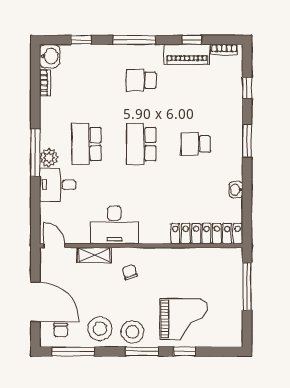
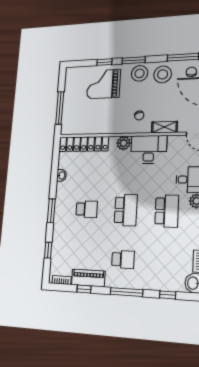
plant: (149, 234) -> (124, 143), added

